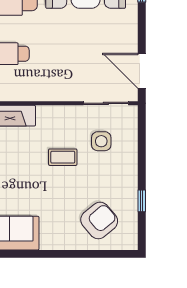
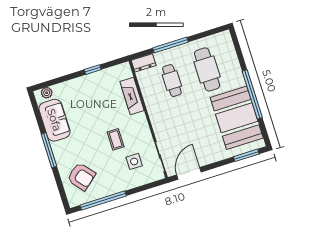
window: (142, 201) -> (103, 200), width x3.17
window: (49, 254) -> (49, 150), added

